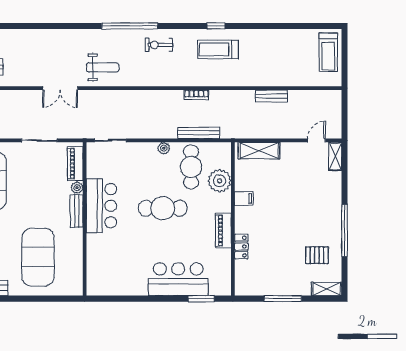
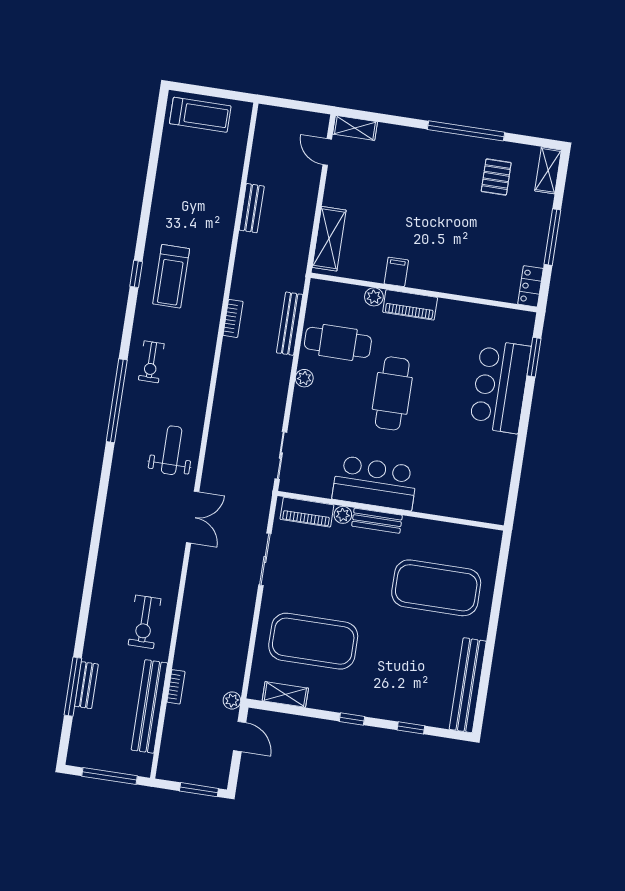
plant: (220, 181) -> (374, 297), width x0.53, depth x0.53
piano: (223, 231) -> (410, 305), moved
locker: (241, 247) -> (530, 286), moved, turned -90

